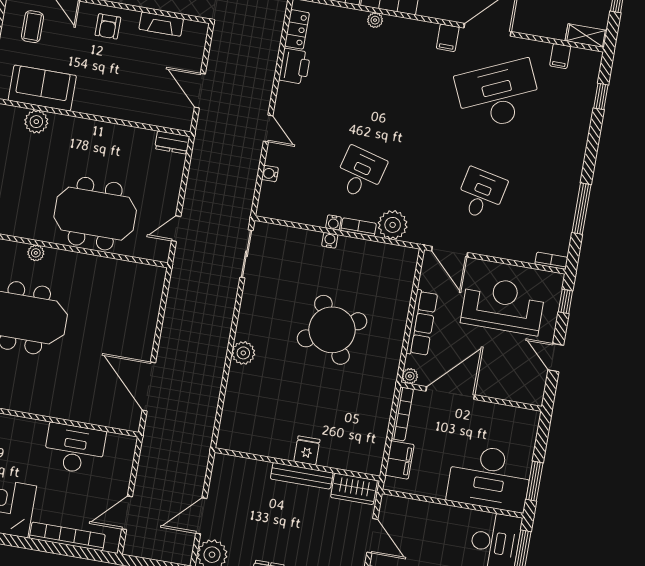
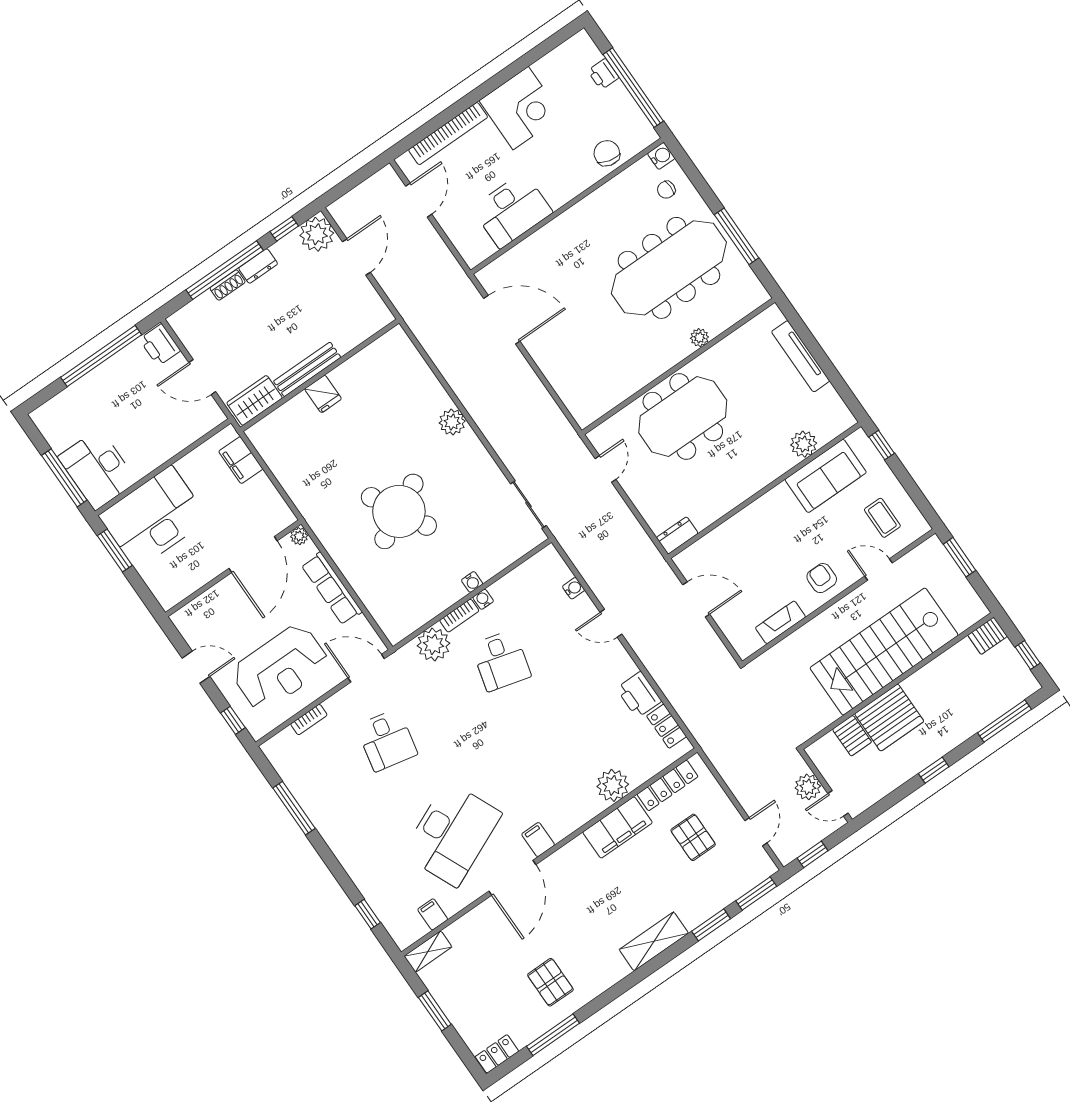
plant: (375, 20) -> (613, 785), width x1.88, depth x1.88
bookcase: (551, 261) -> (309, 720), moved
bookcase: (402, 414) -> (275, 499), removed

